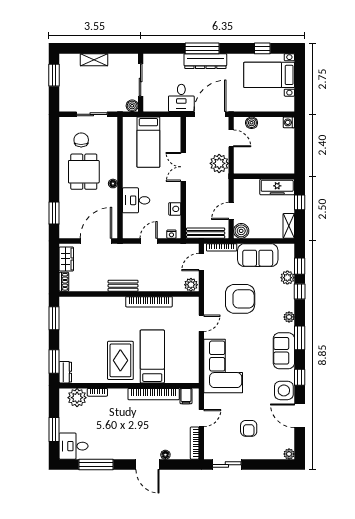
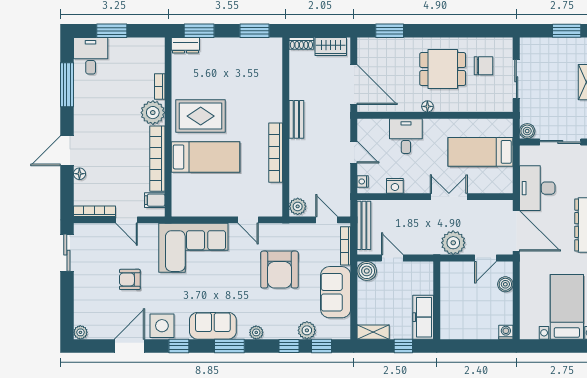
desk: (181, 98) -> (537, 188), width x1.37
plant: (77, 398) -> (153, 113), moved
armchair: (249, 428) -> (130, 279), moved

